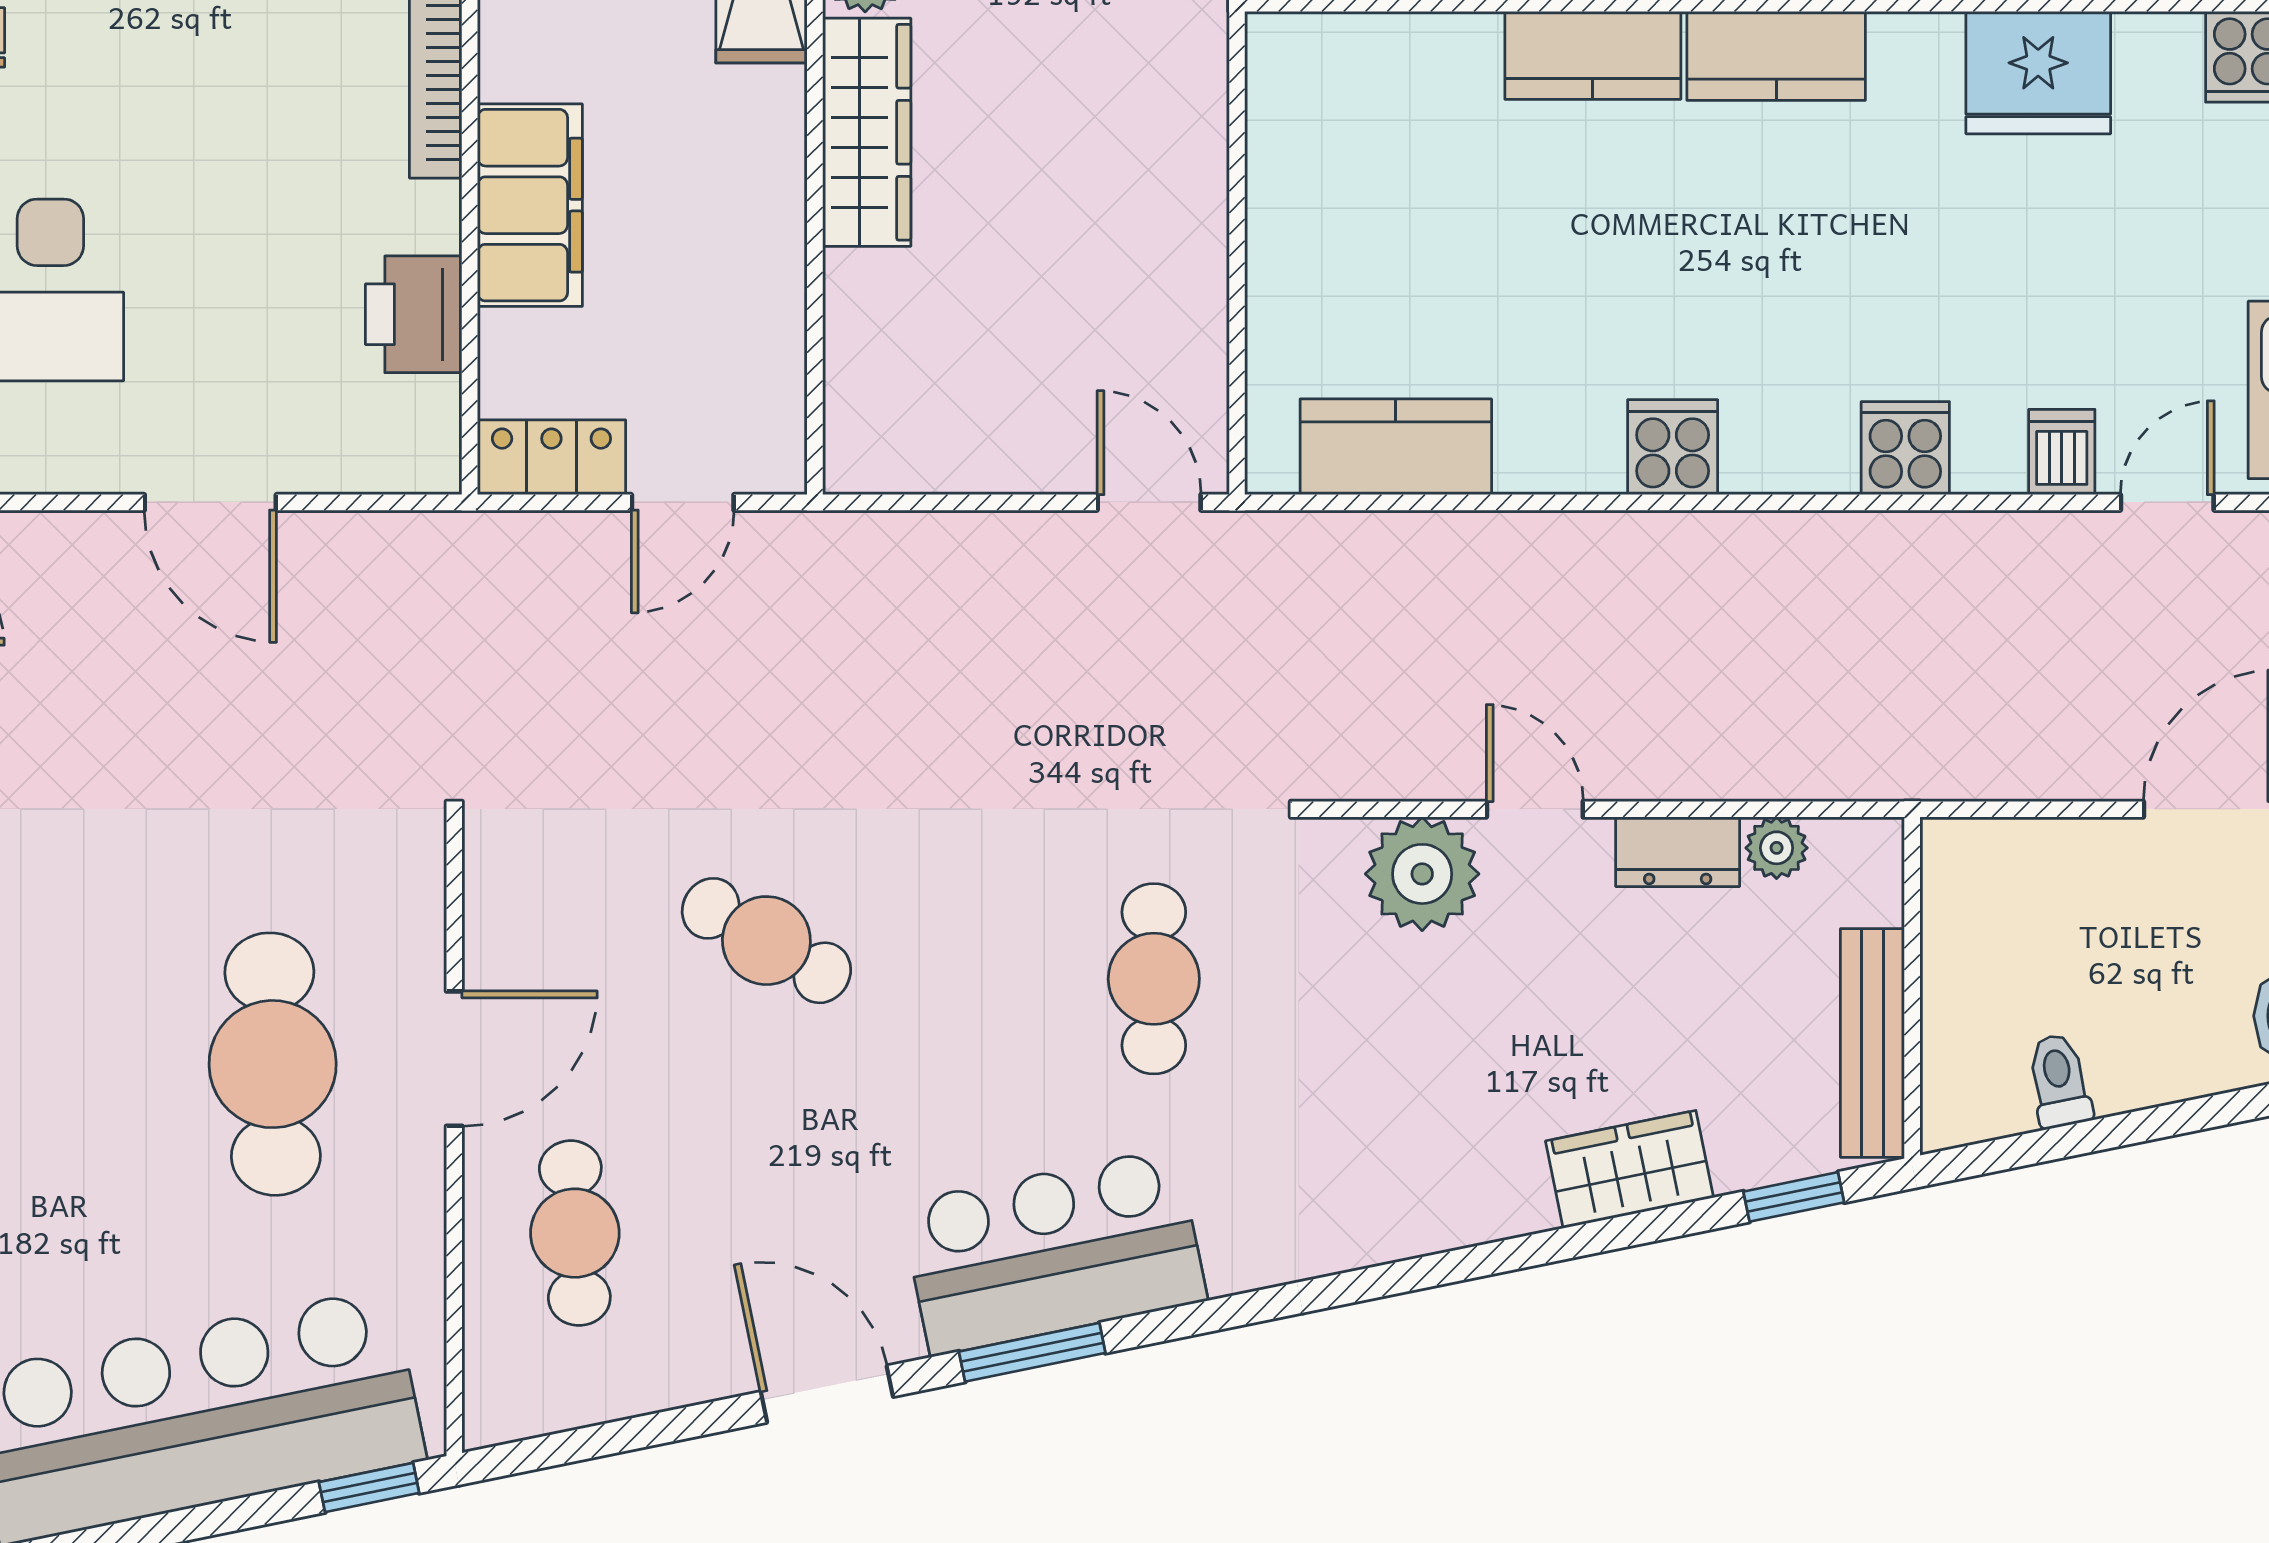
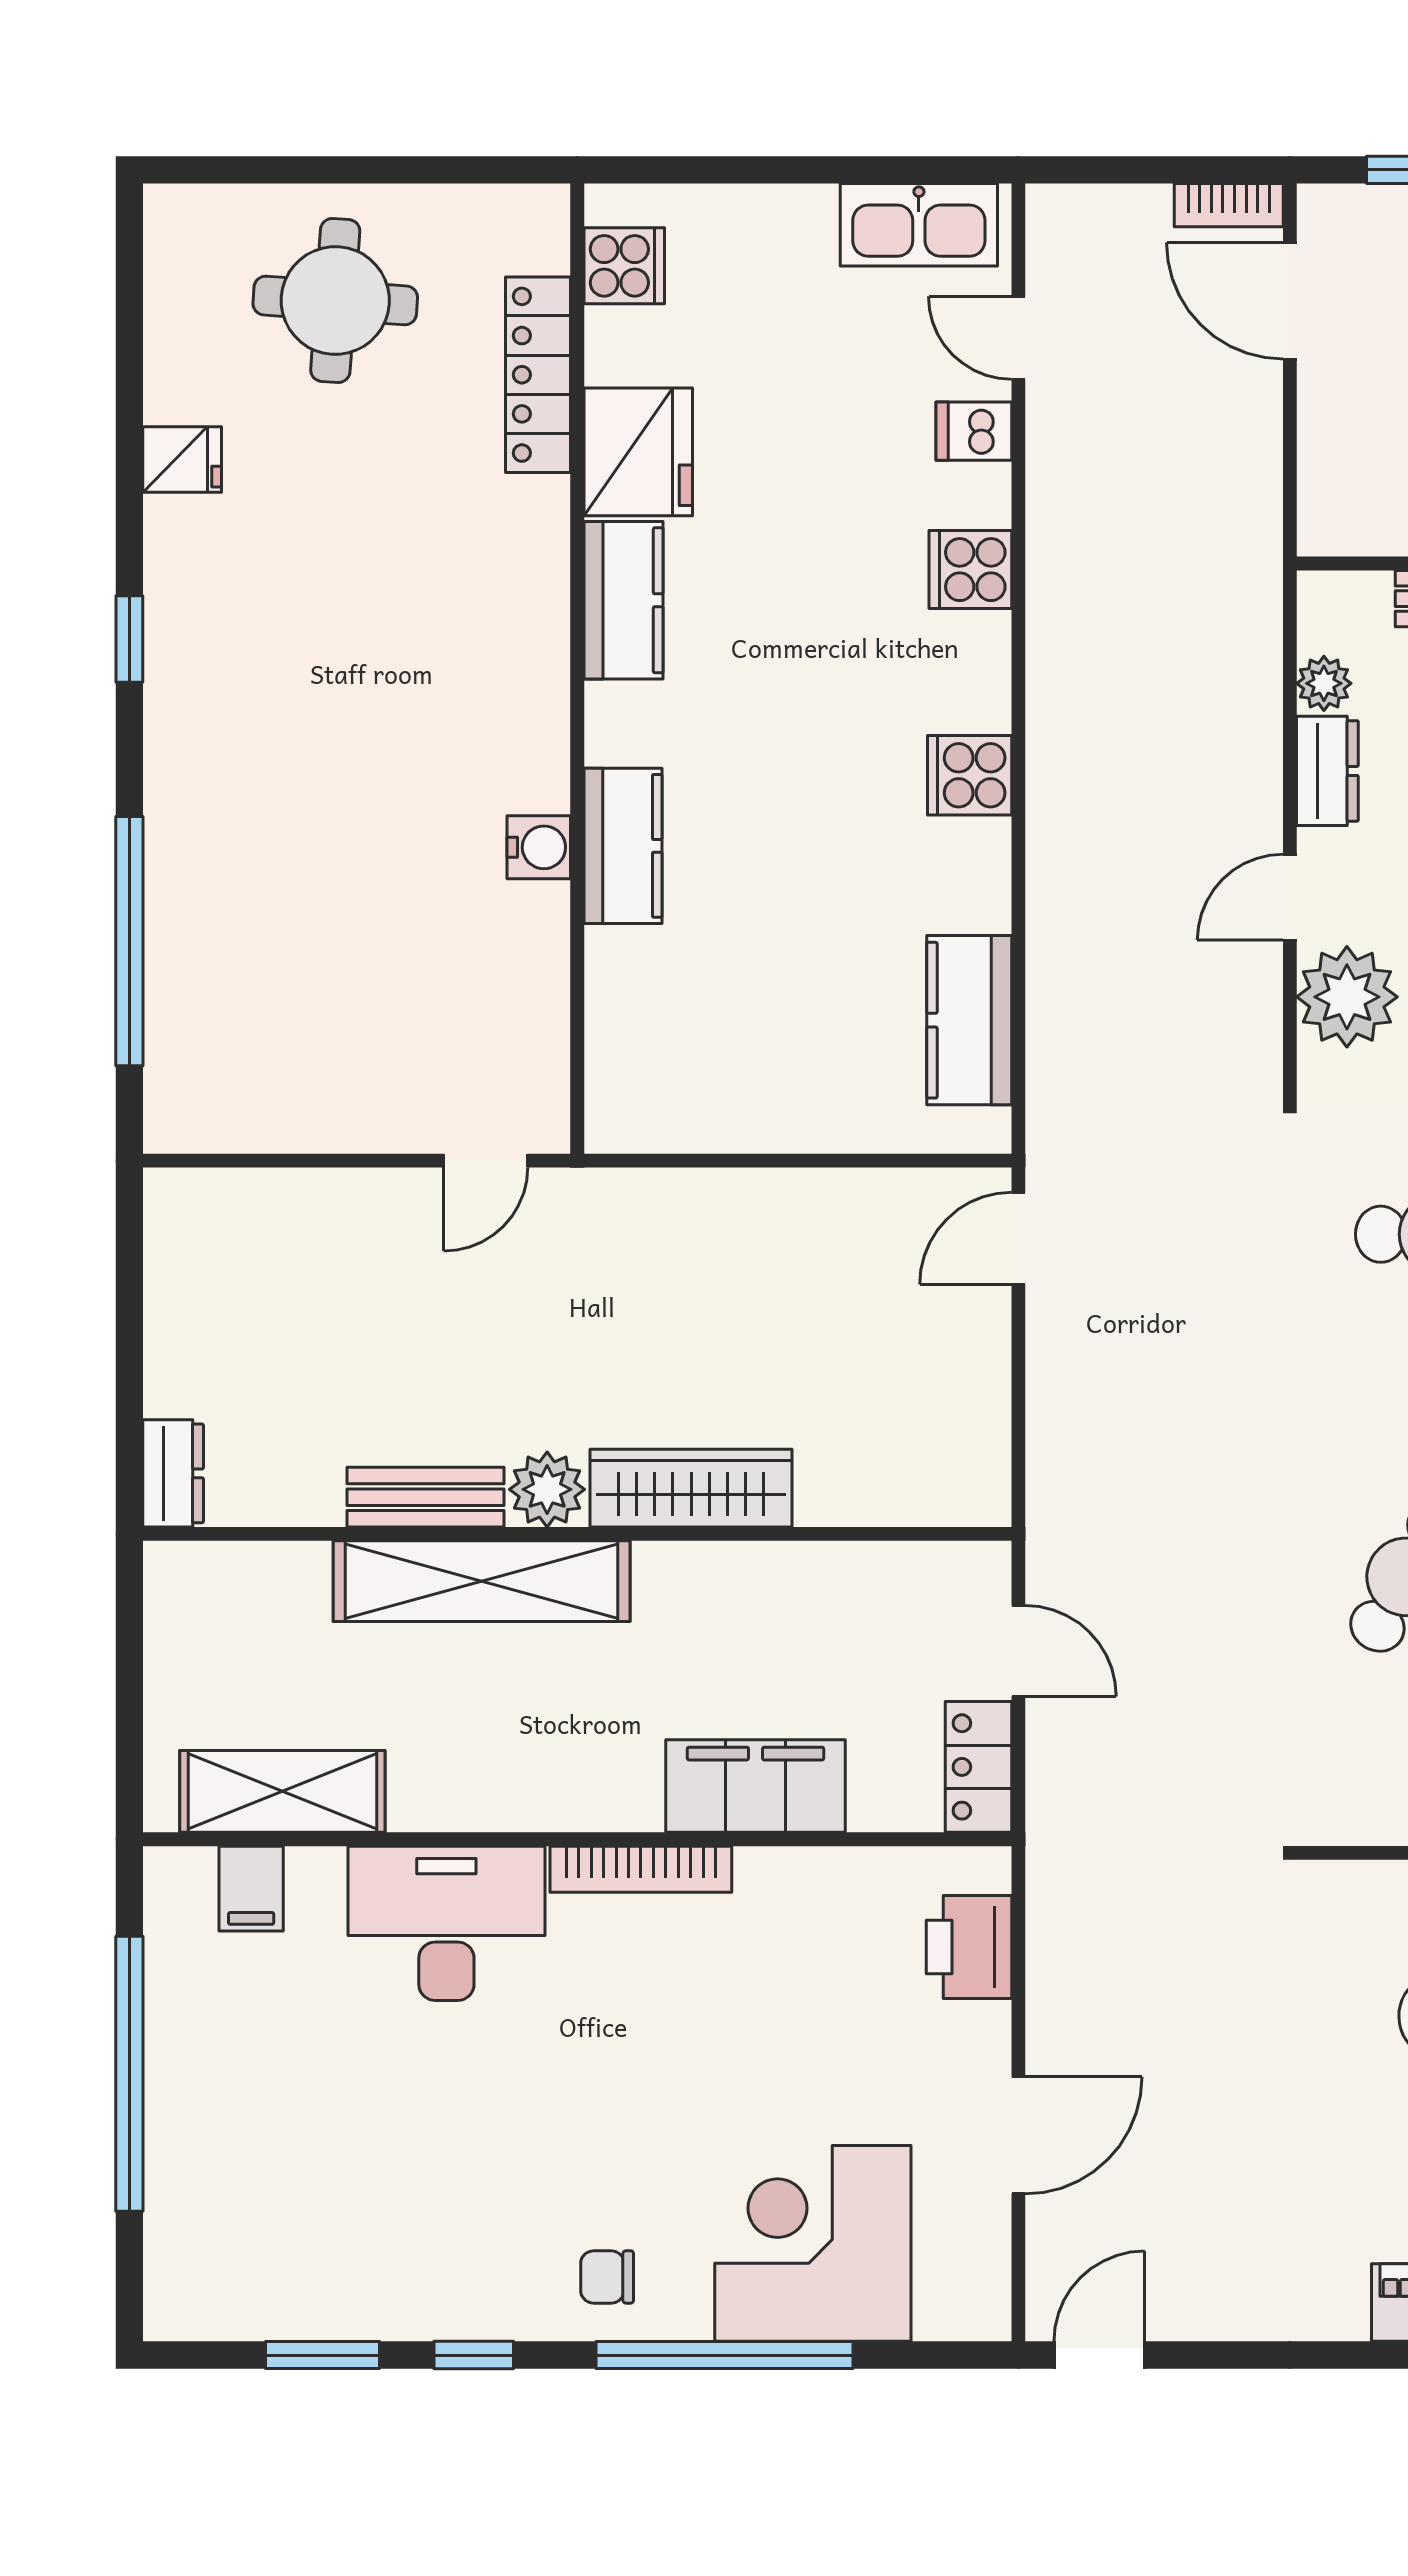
kitchen counter: (1776, 56) -> (623, 600), moved
printer: (414, 314) -> (969, 1947), moved, turned 90
door: (210, 502) -> (1018, 2135), moved

